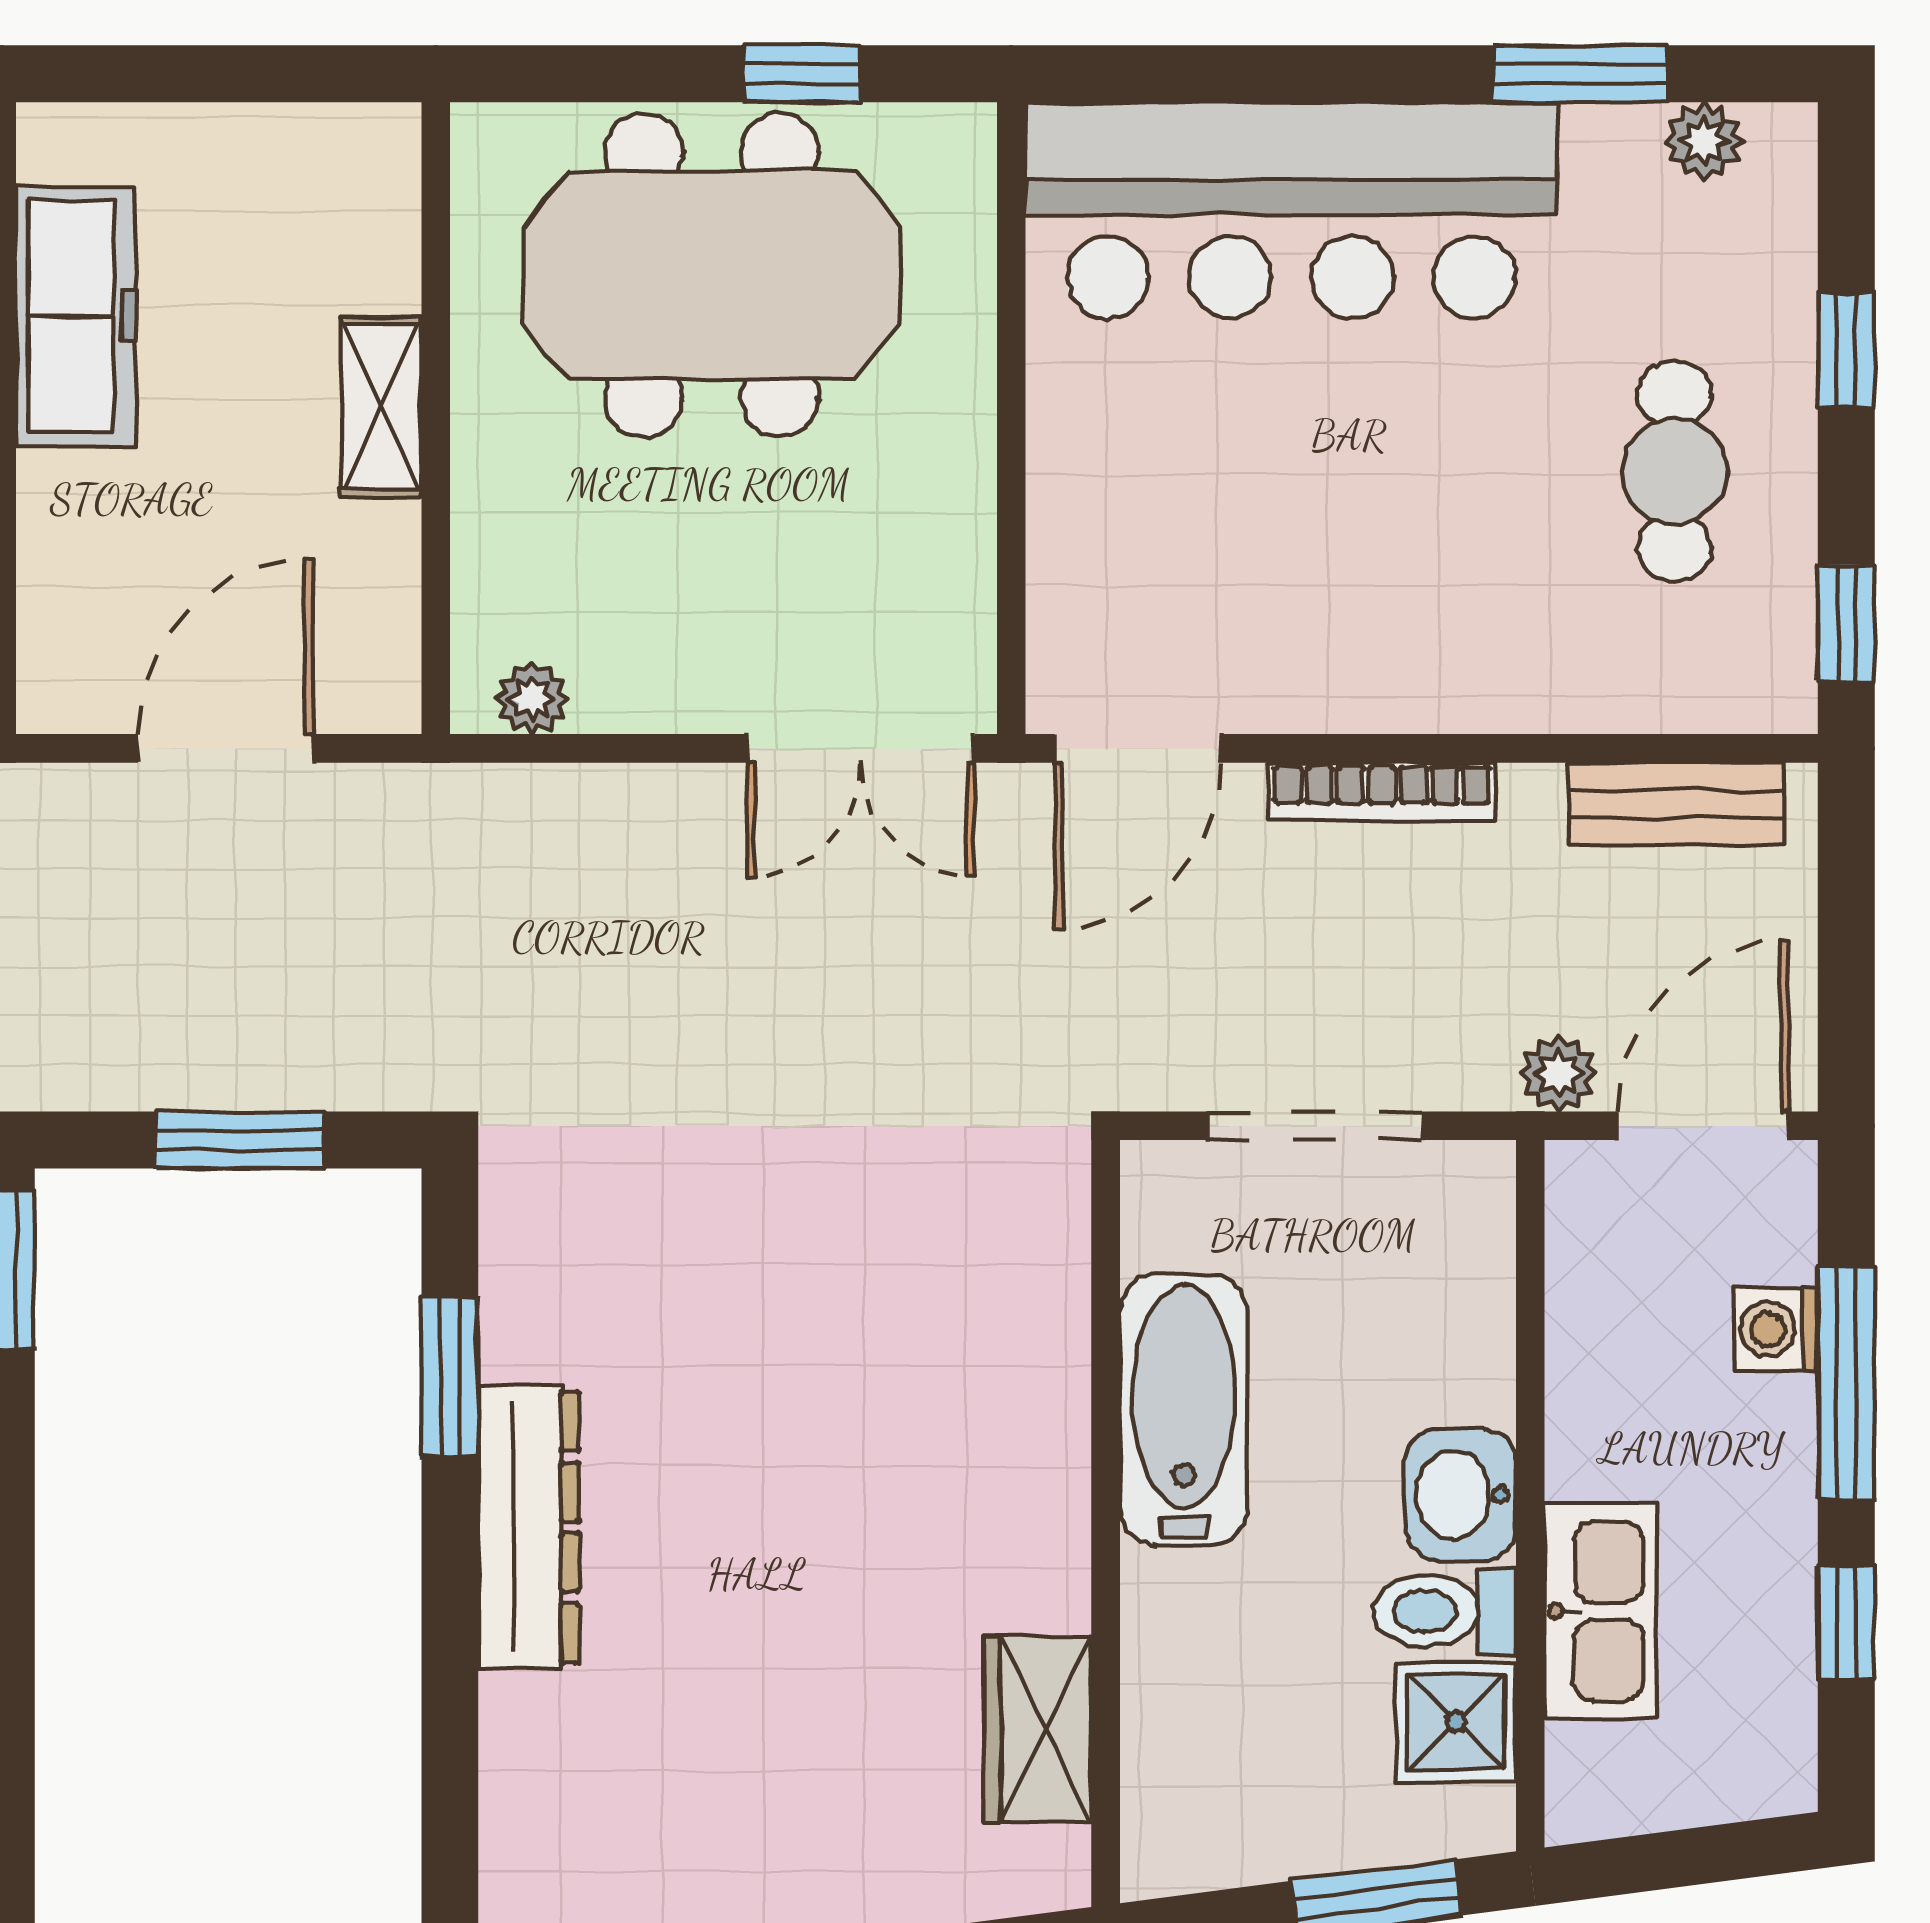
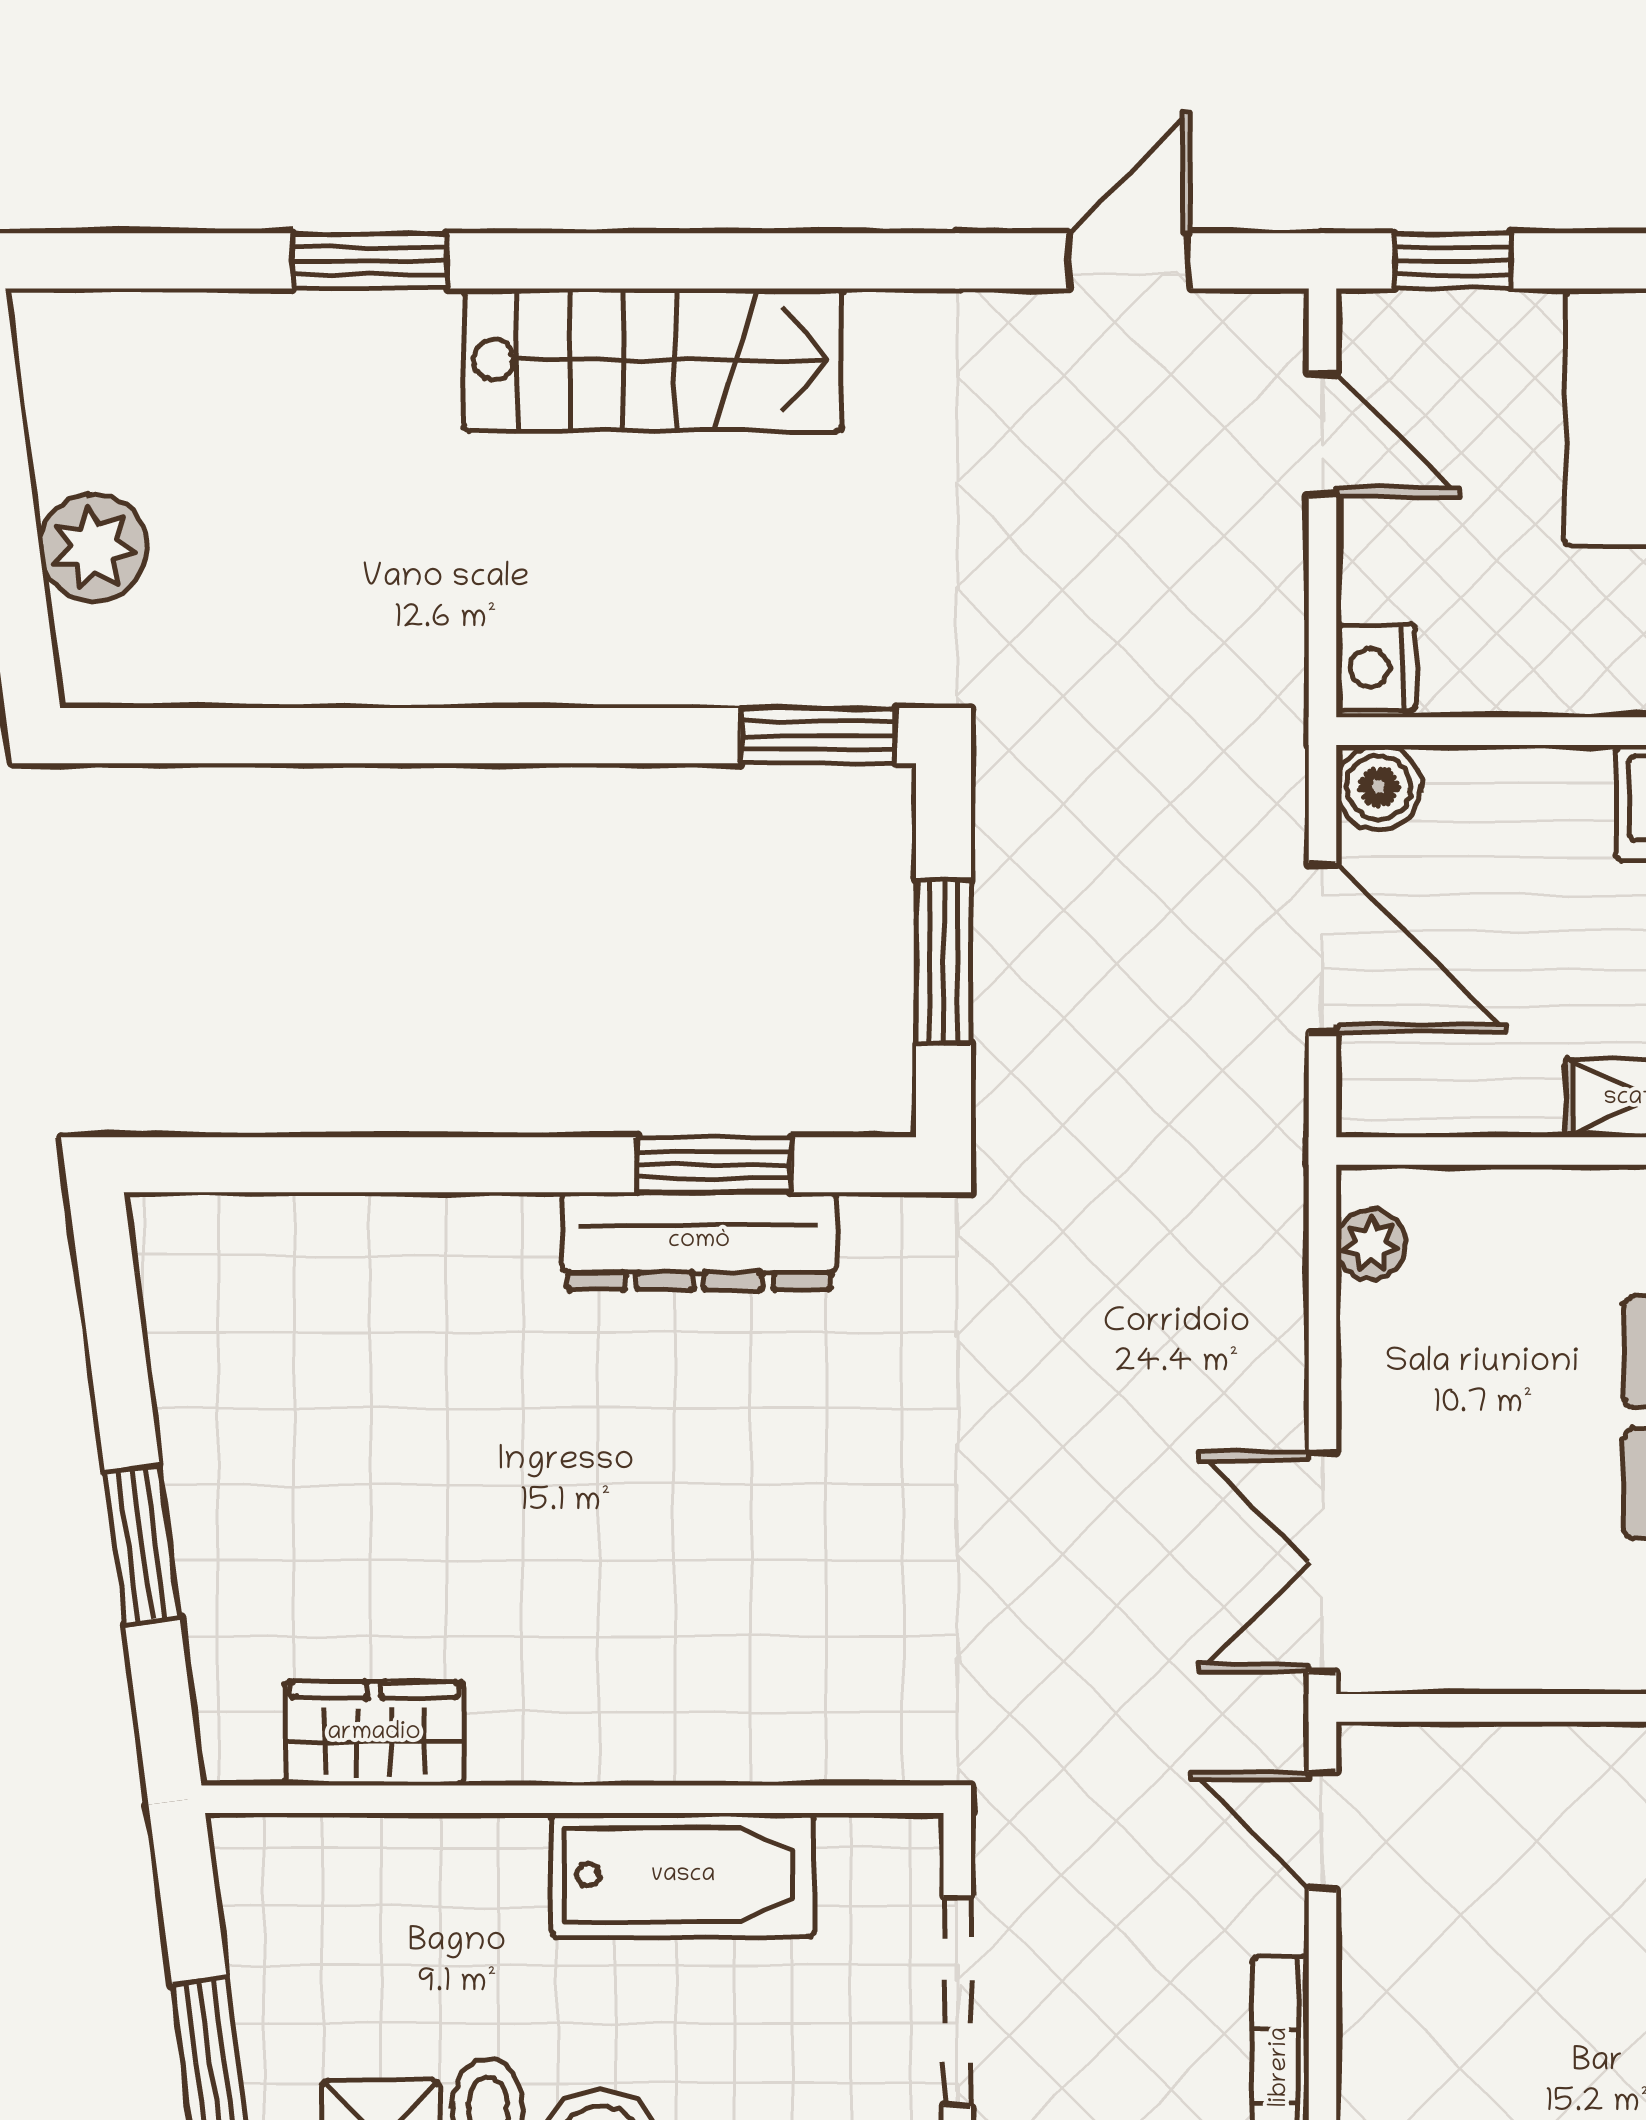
boiler: (60, 690) -> (1379, 787), added
door: (1138, 748) -> (1322, 1831), width x0.73
dresser: (529, 1527) -> (699, 1241), moved

